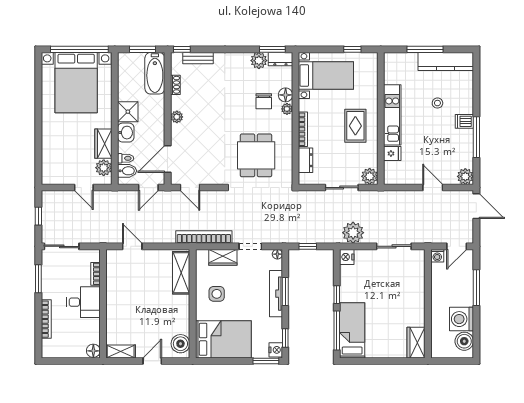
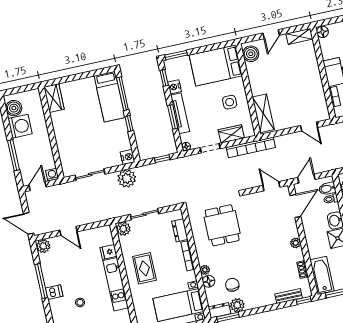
chair: (264, 101) -> (232, 285), moved
nightstand: (276, 350) -> (174, 87), moved

